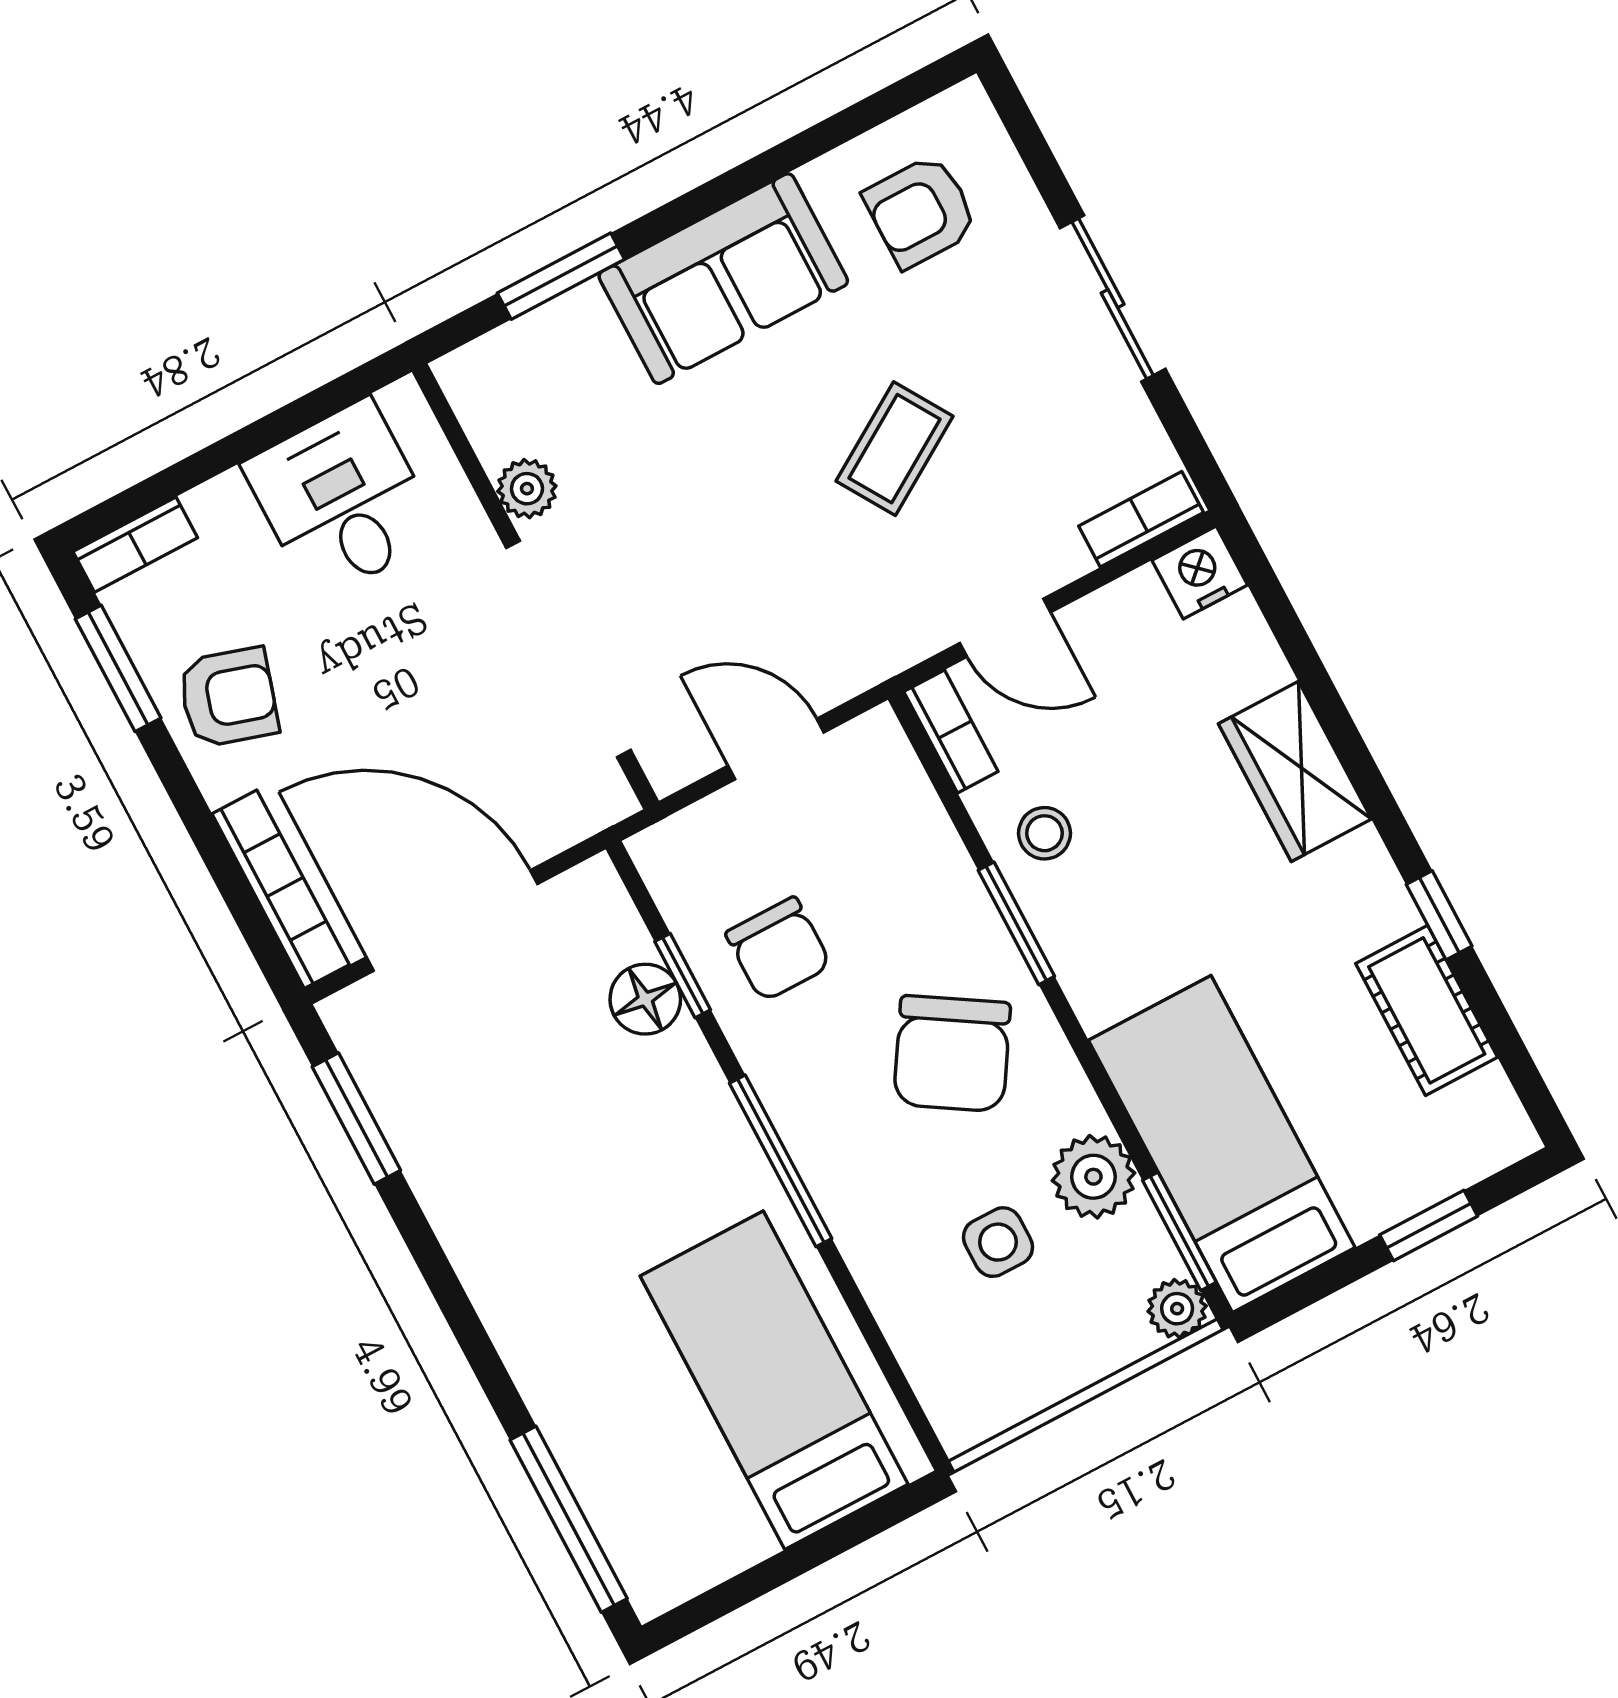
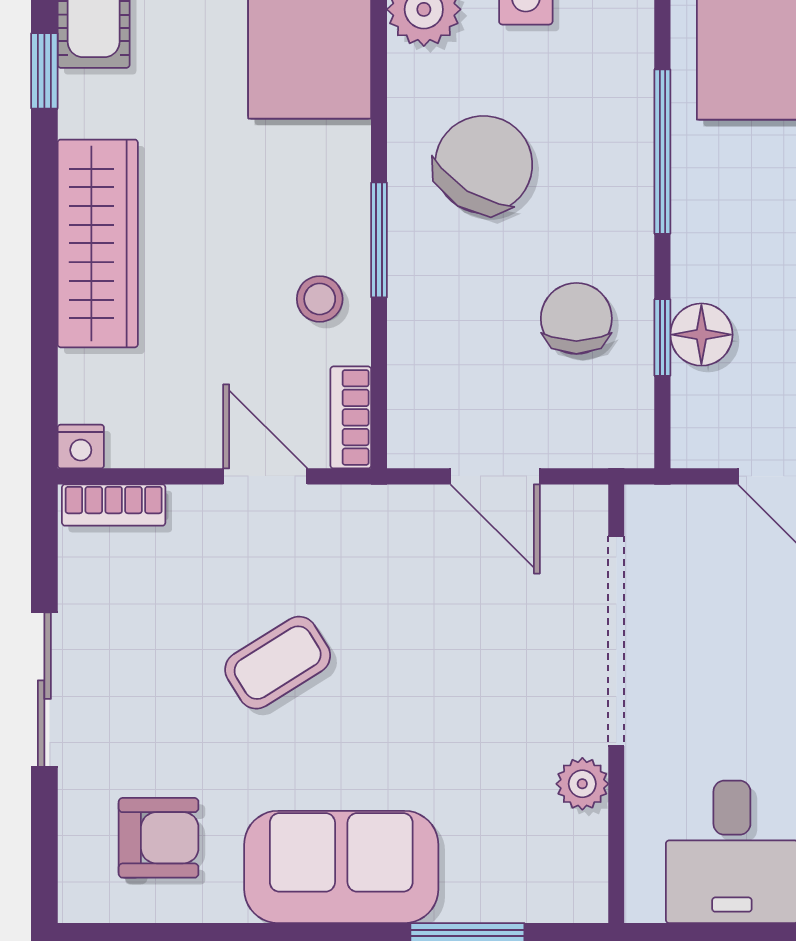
nightstand: (1200, 573) -> (81, 447), width x0.72, depth x0.74
wardrobe: (1295, 771) -> (98, 243), width x1.50

